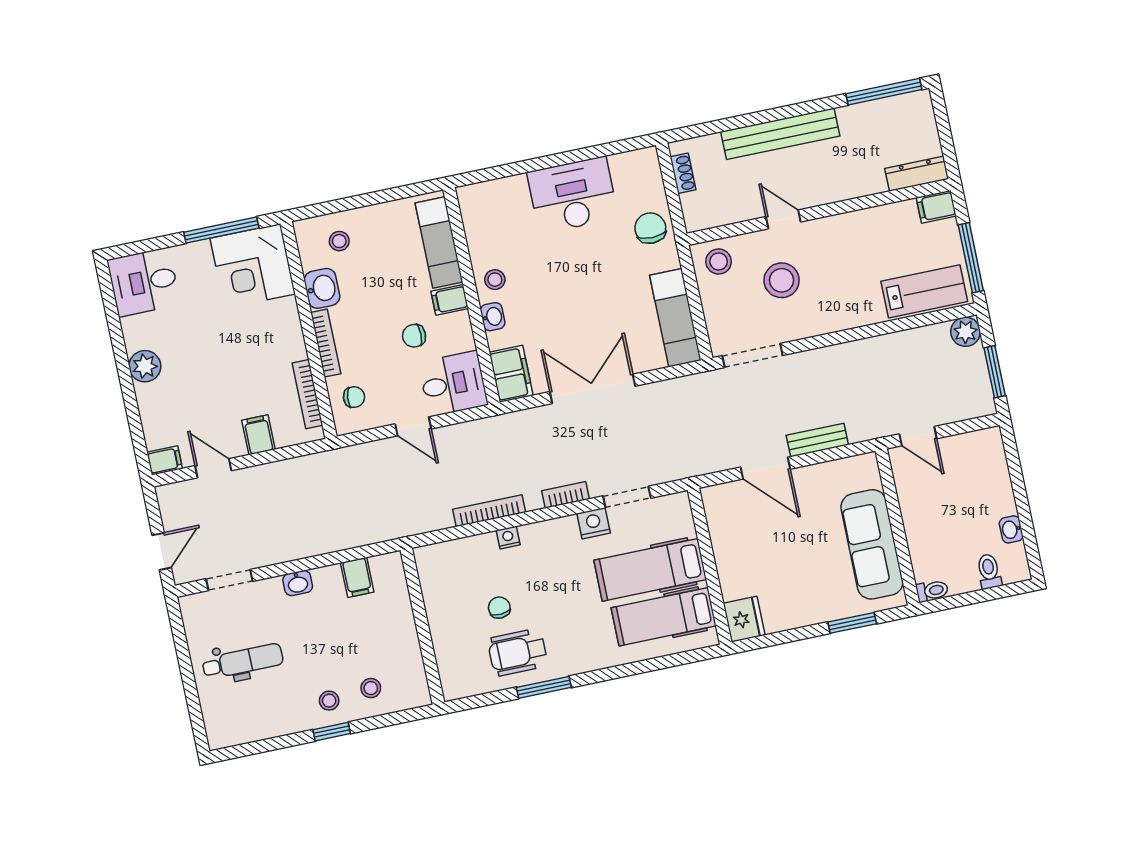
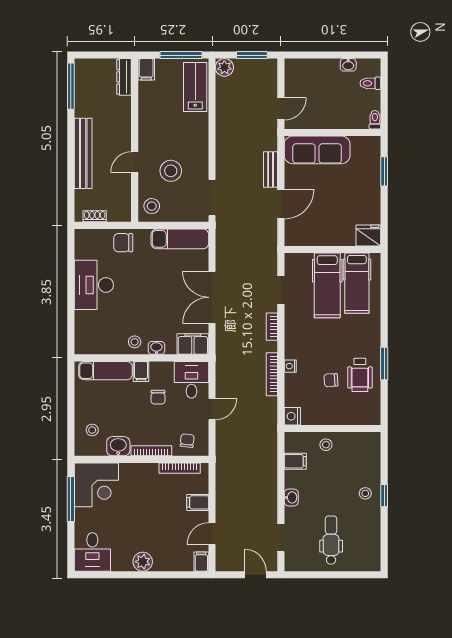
nightstand: (594, 523) -> (292, 416), moved
sofa: (872, 544) -> (317, 150), moved
stool: (371, 688) -> (326, 445), moved

